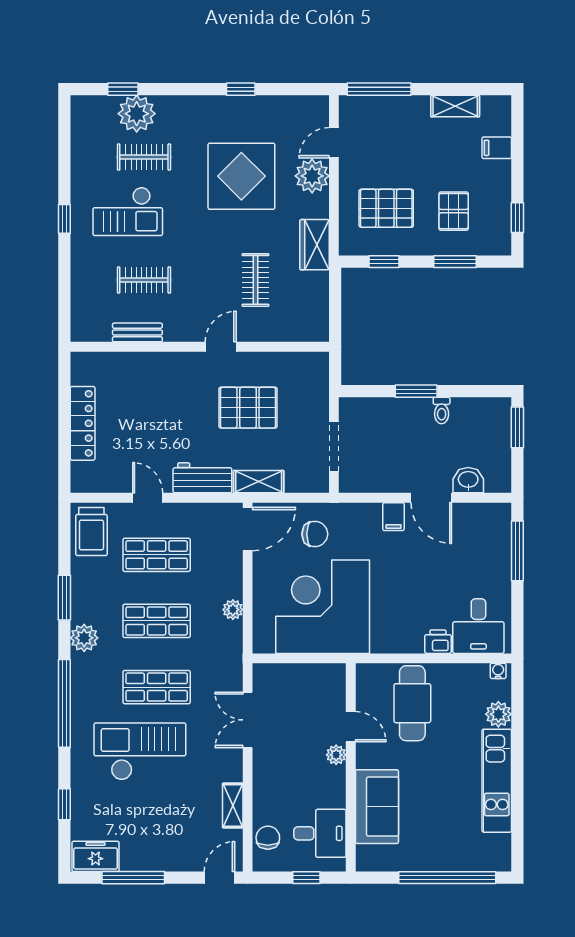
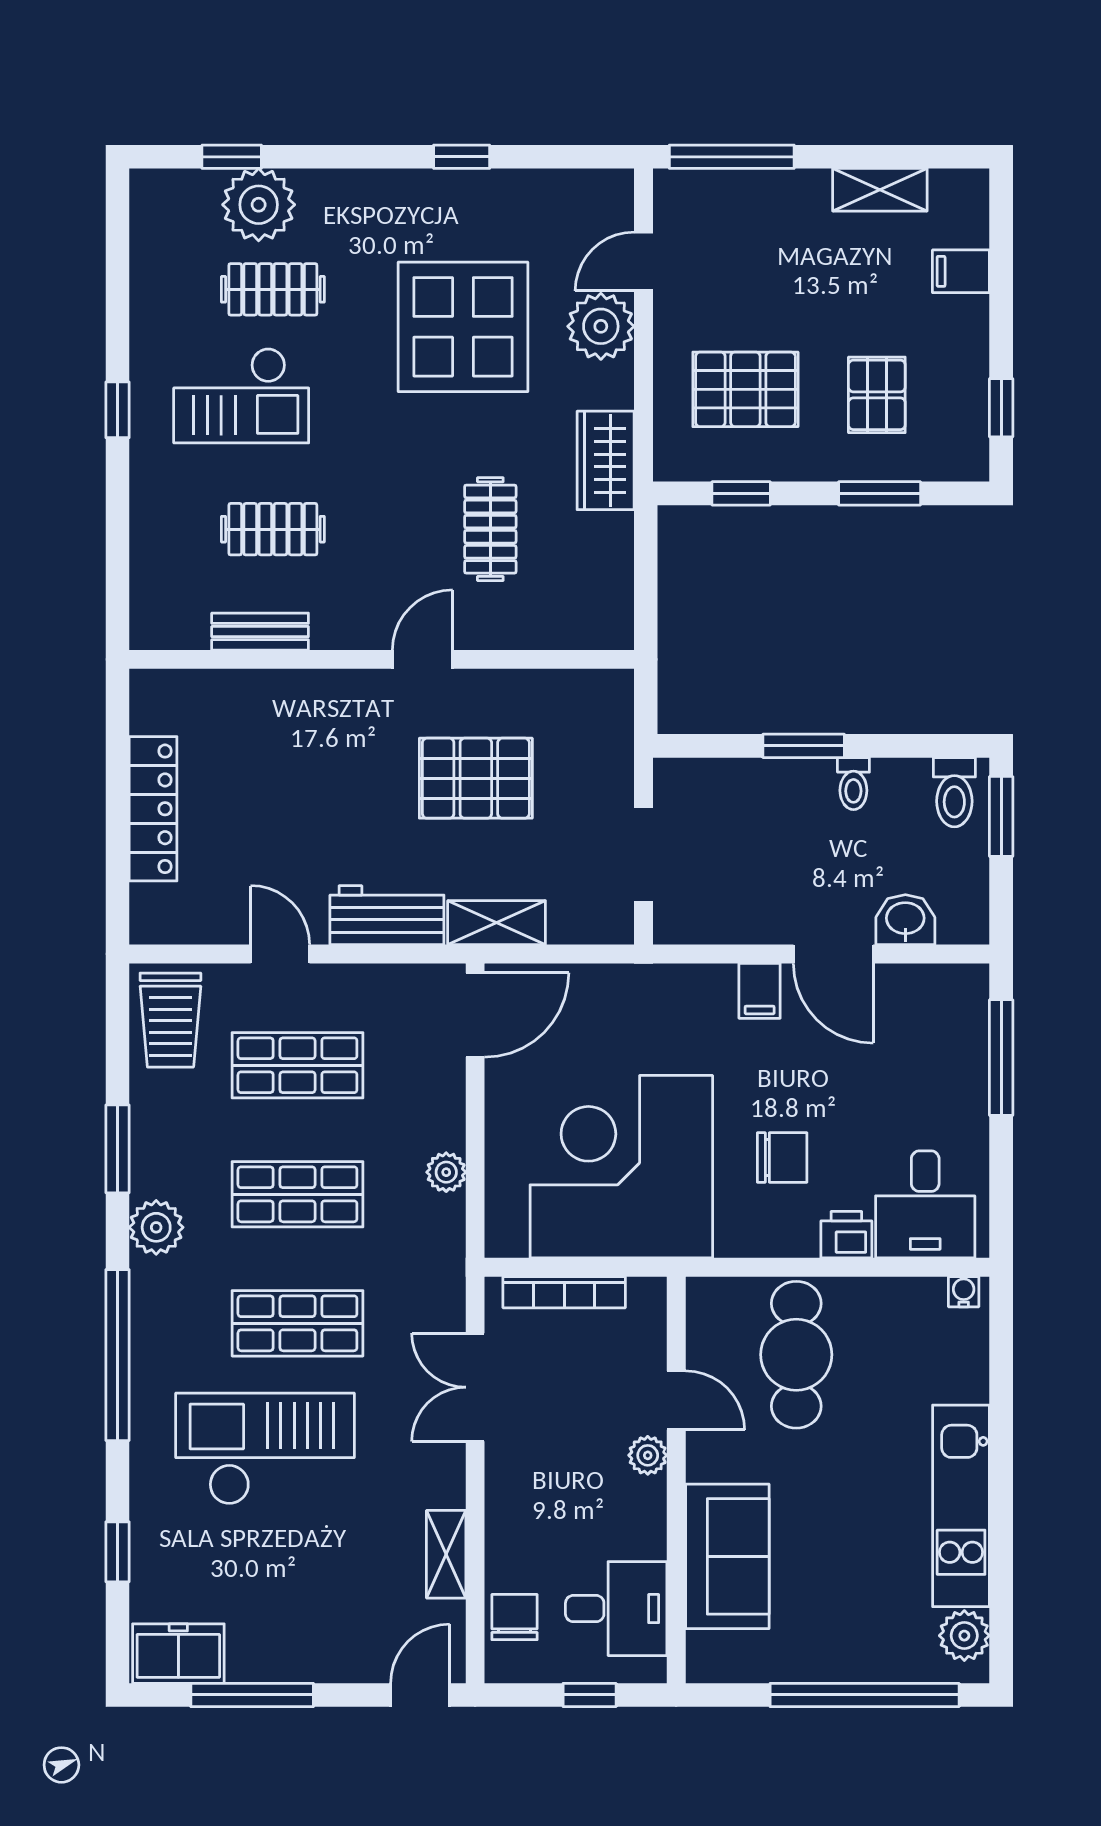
toilet: (493, 415) -> (954, 792), added
chair: (315, 534) -> (782, 1157), moved
bookcase: (293, 671) -> (564, 1292), added
plant: (498, 714) -> (964, 1636), moved

